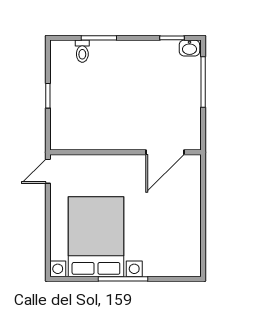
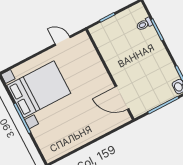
wall: (125, 152) -> (110, 74), moved
door: (165, 152) -> (122, 98), moved

